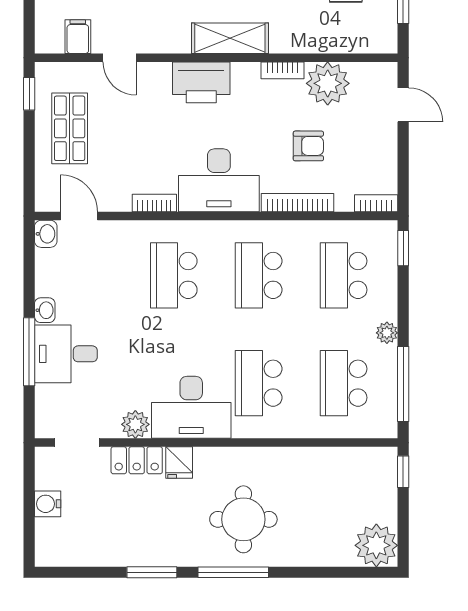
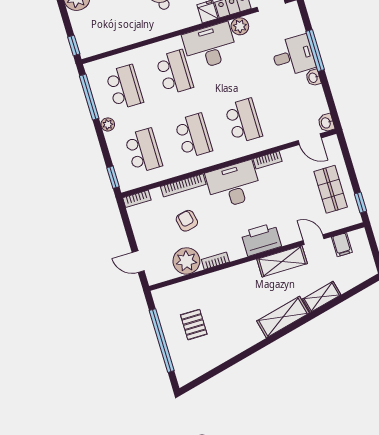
shelving: (230, 38) -> (282, 261), moved
armchair: (308, 146) -> (187, 221), turned 78

